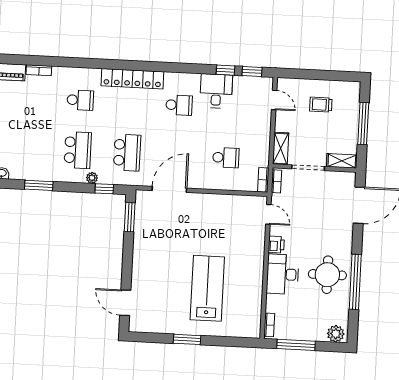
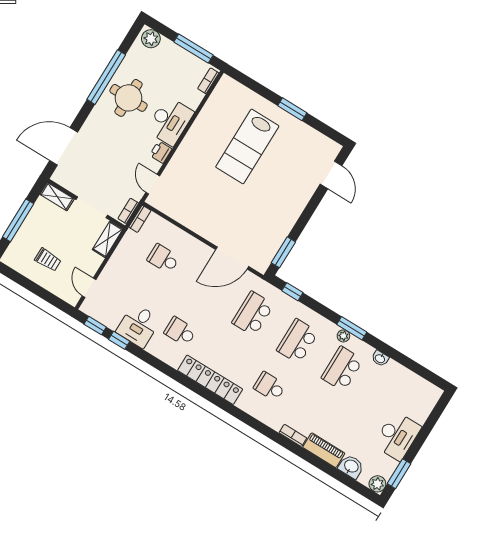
school desk: (28, 148) -> (342, 369), added
plant: (92, 178) -> (343, 336), moved

